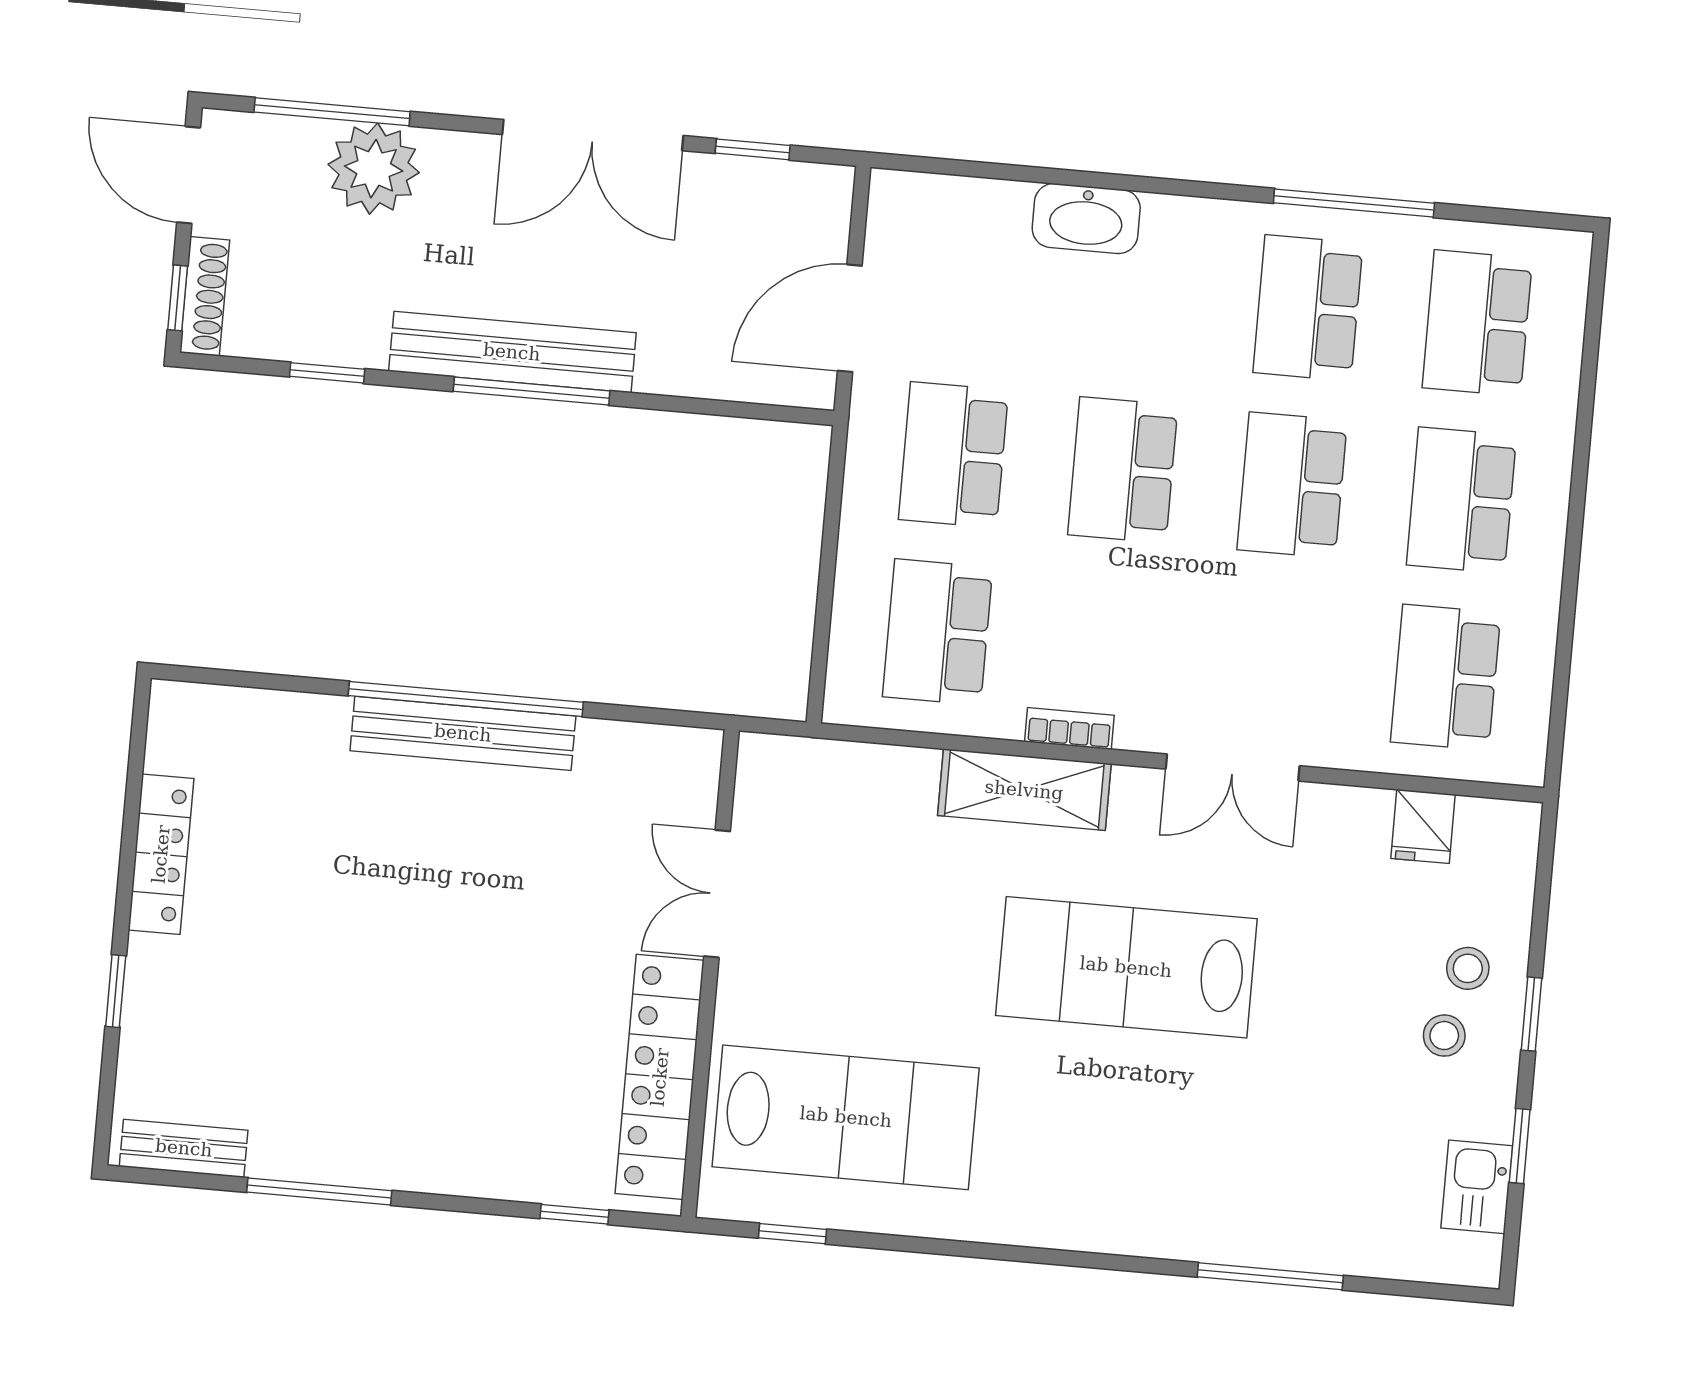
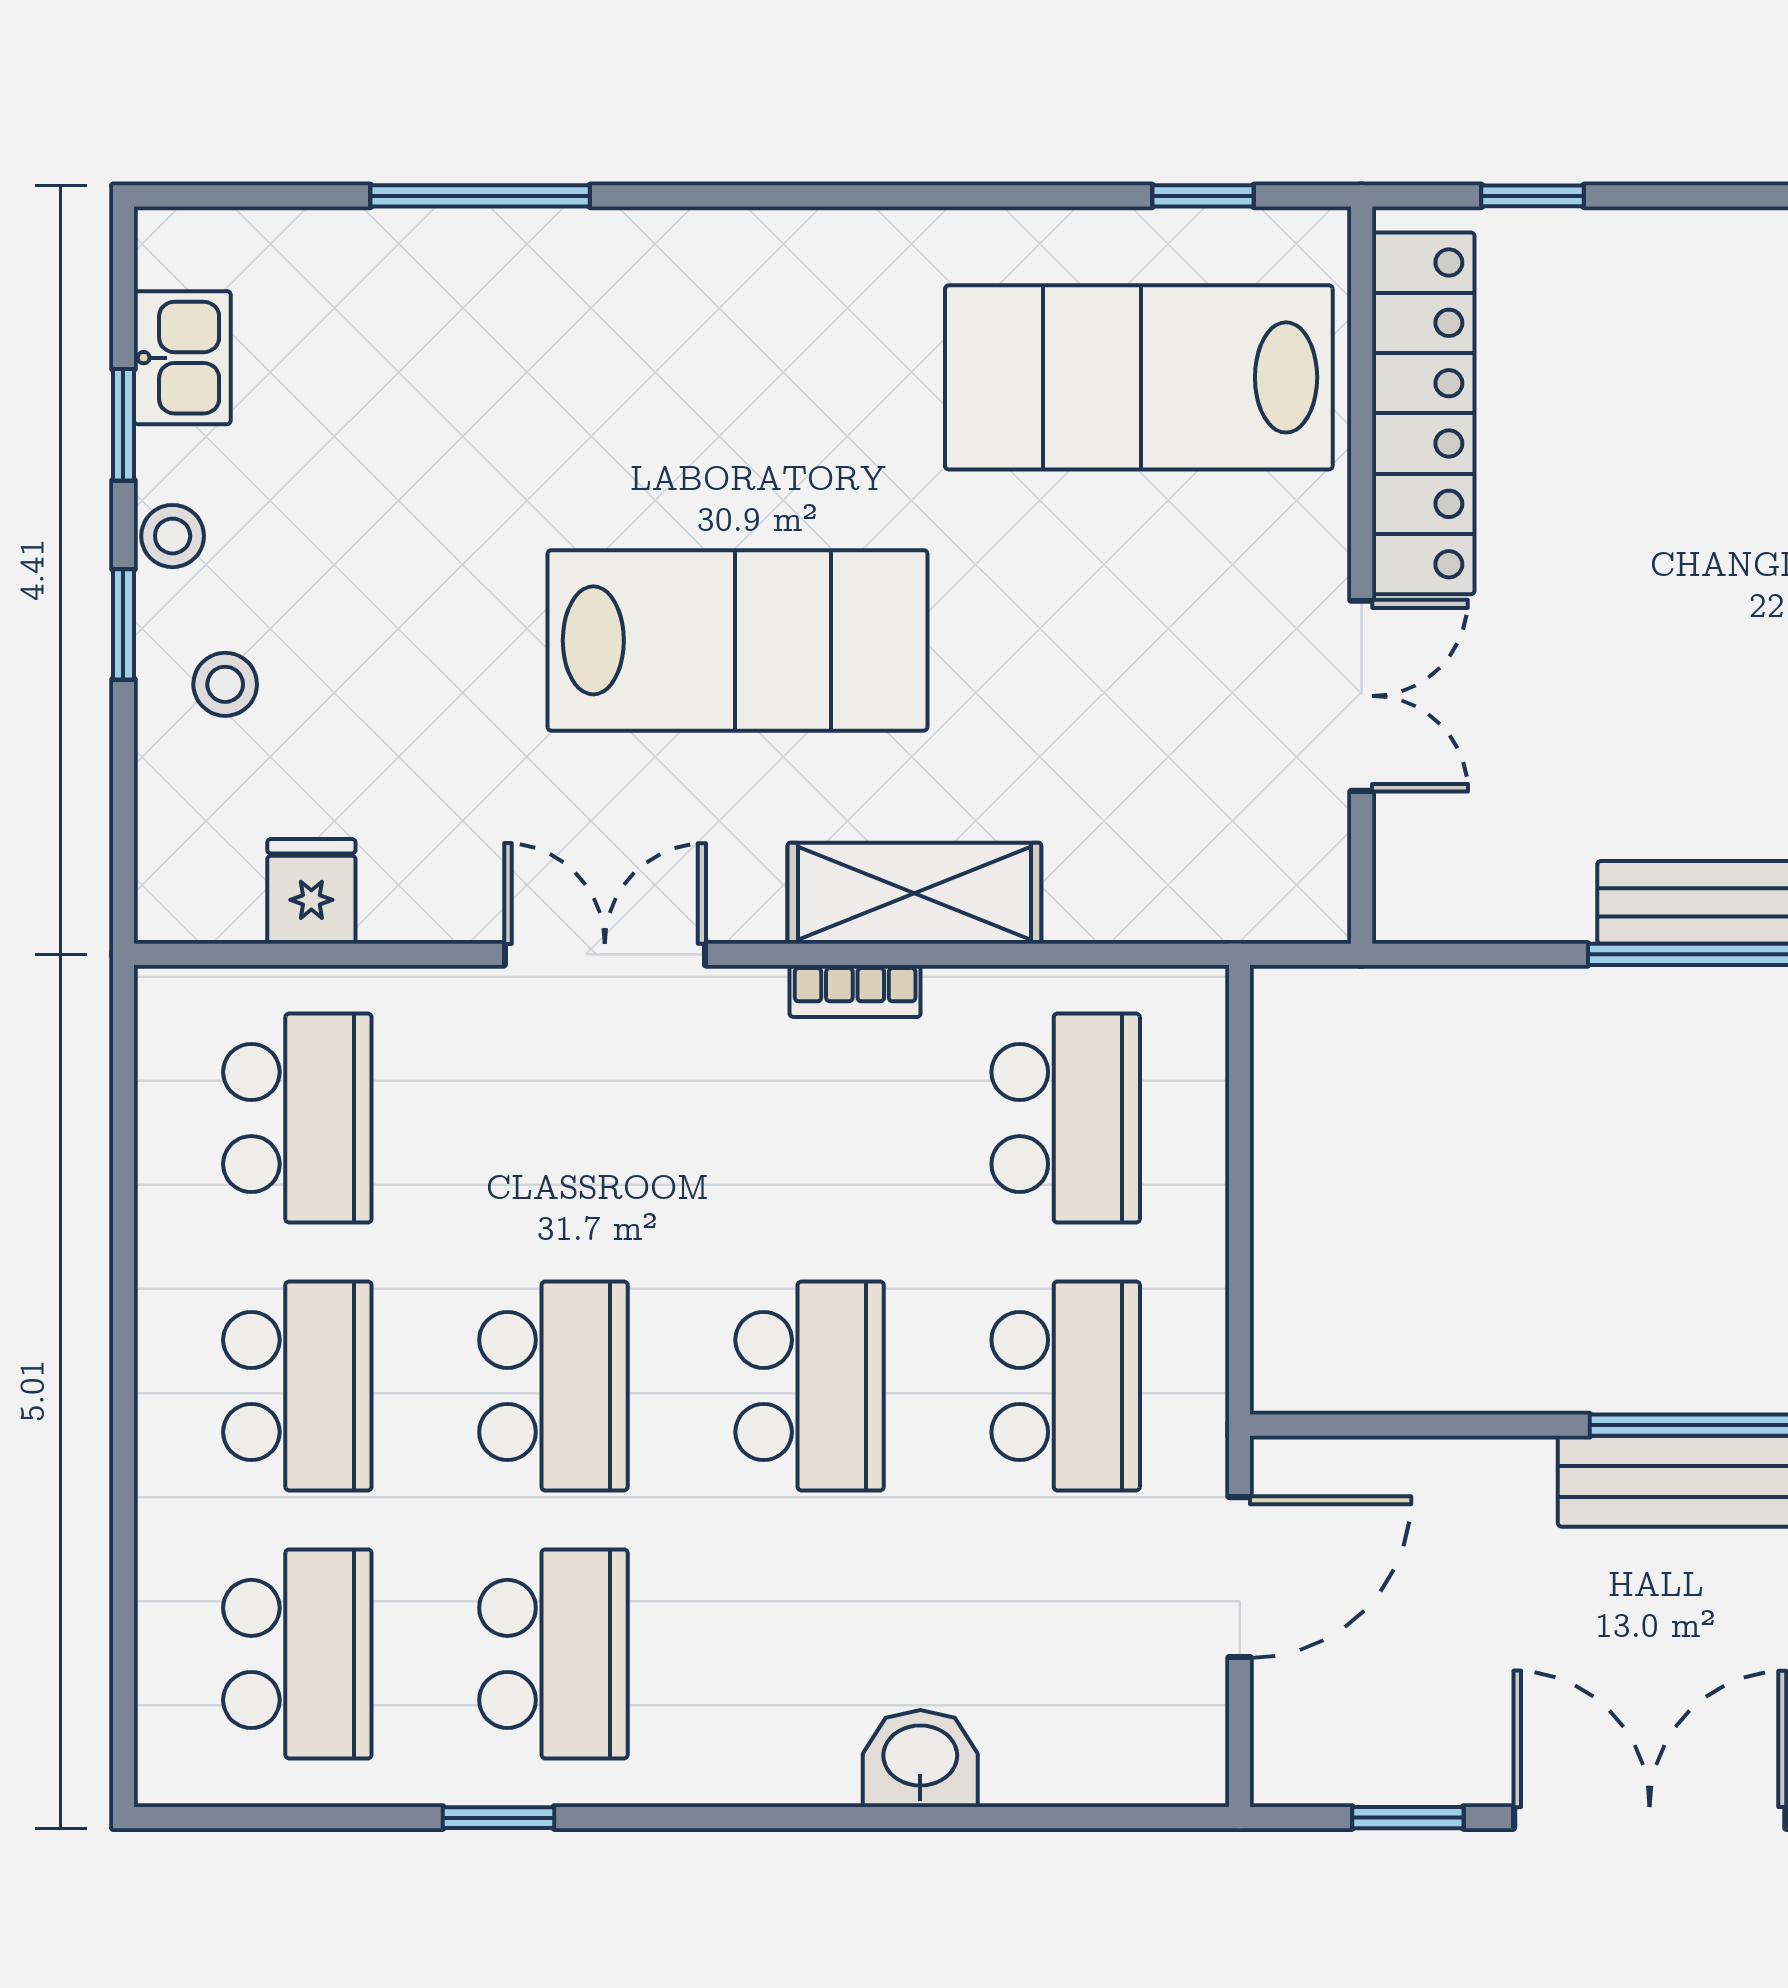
window: (1354, 203) -> (499, 1818), width x0.46
washbasin: (1086, 218) -> (920, 1758), width x0.72
stool: (1444, 1036) -> (173, 536), moved

